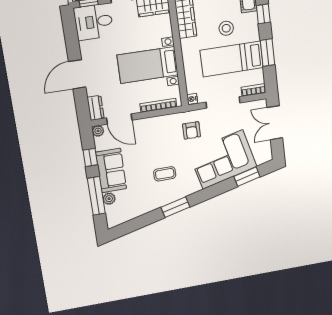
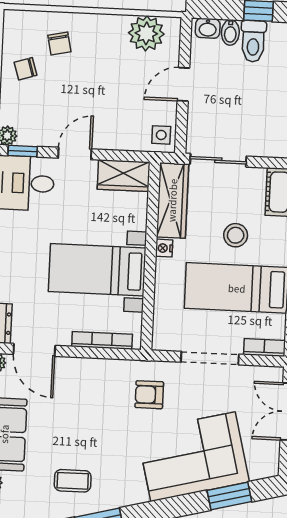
nightstand: (192, 99) -> (164, 248), moved
armchair: (191, 130) -> (149, 395), turned 90
coffee table: (165, 174) -> (73, 481), moved

